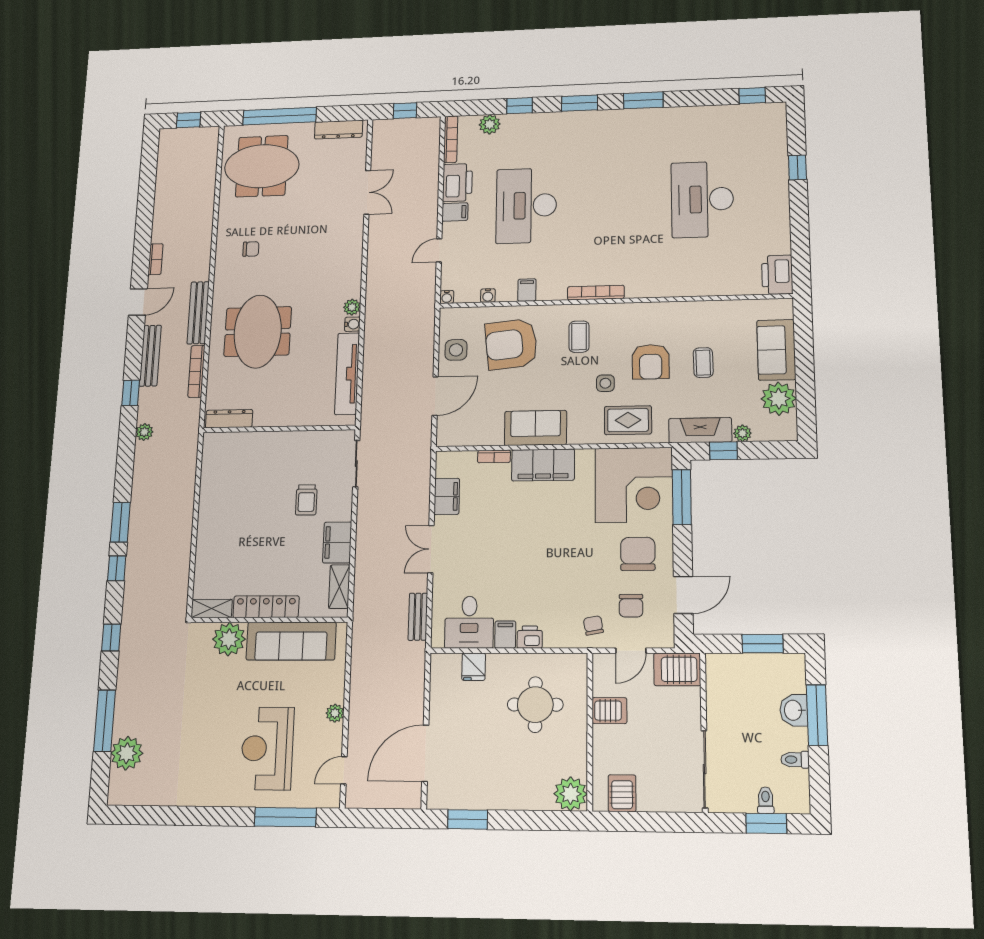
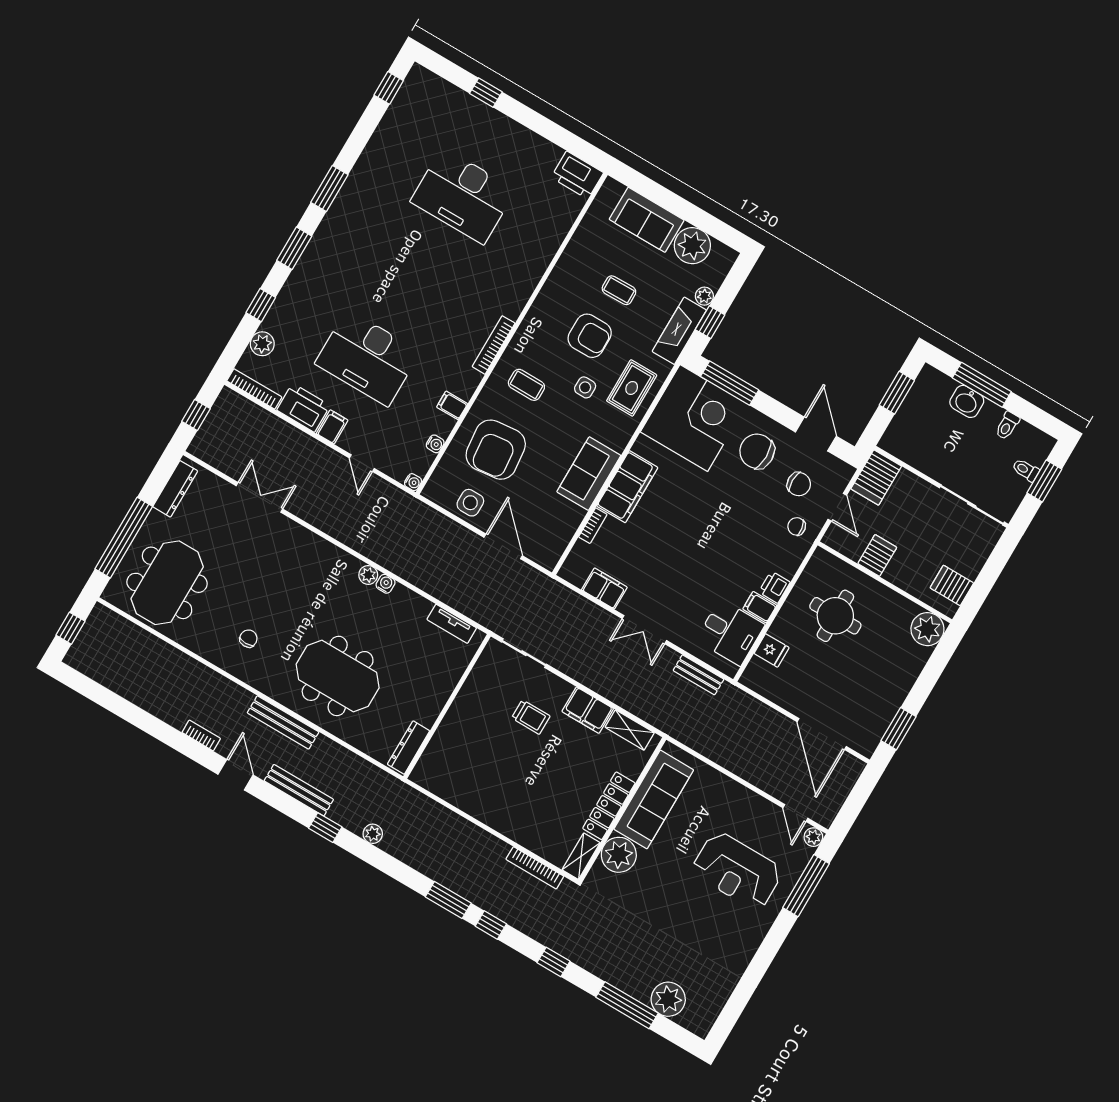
bookcase: (196, 371) -> (535, 868), moved
tv unit: (347, 374) -> (452, 624), width x0.52, depth x0.78
plant: (335, 713) -> (813, 837), moved

